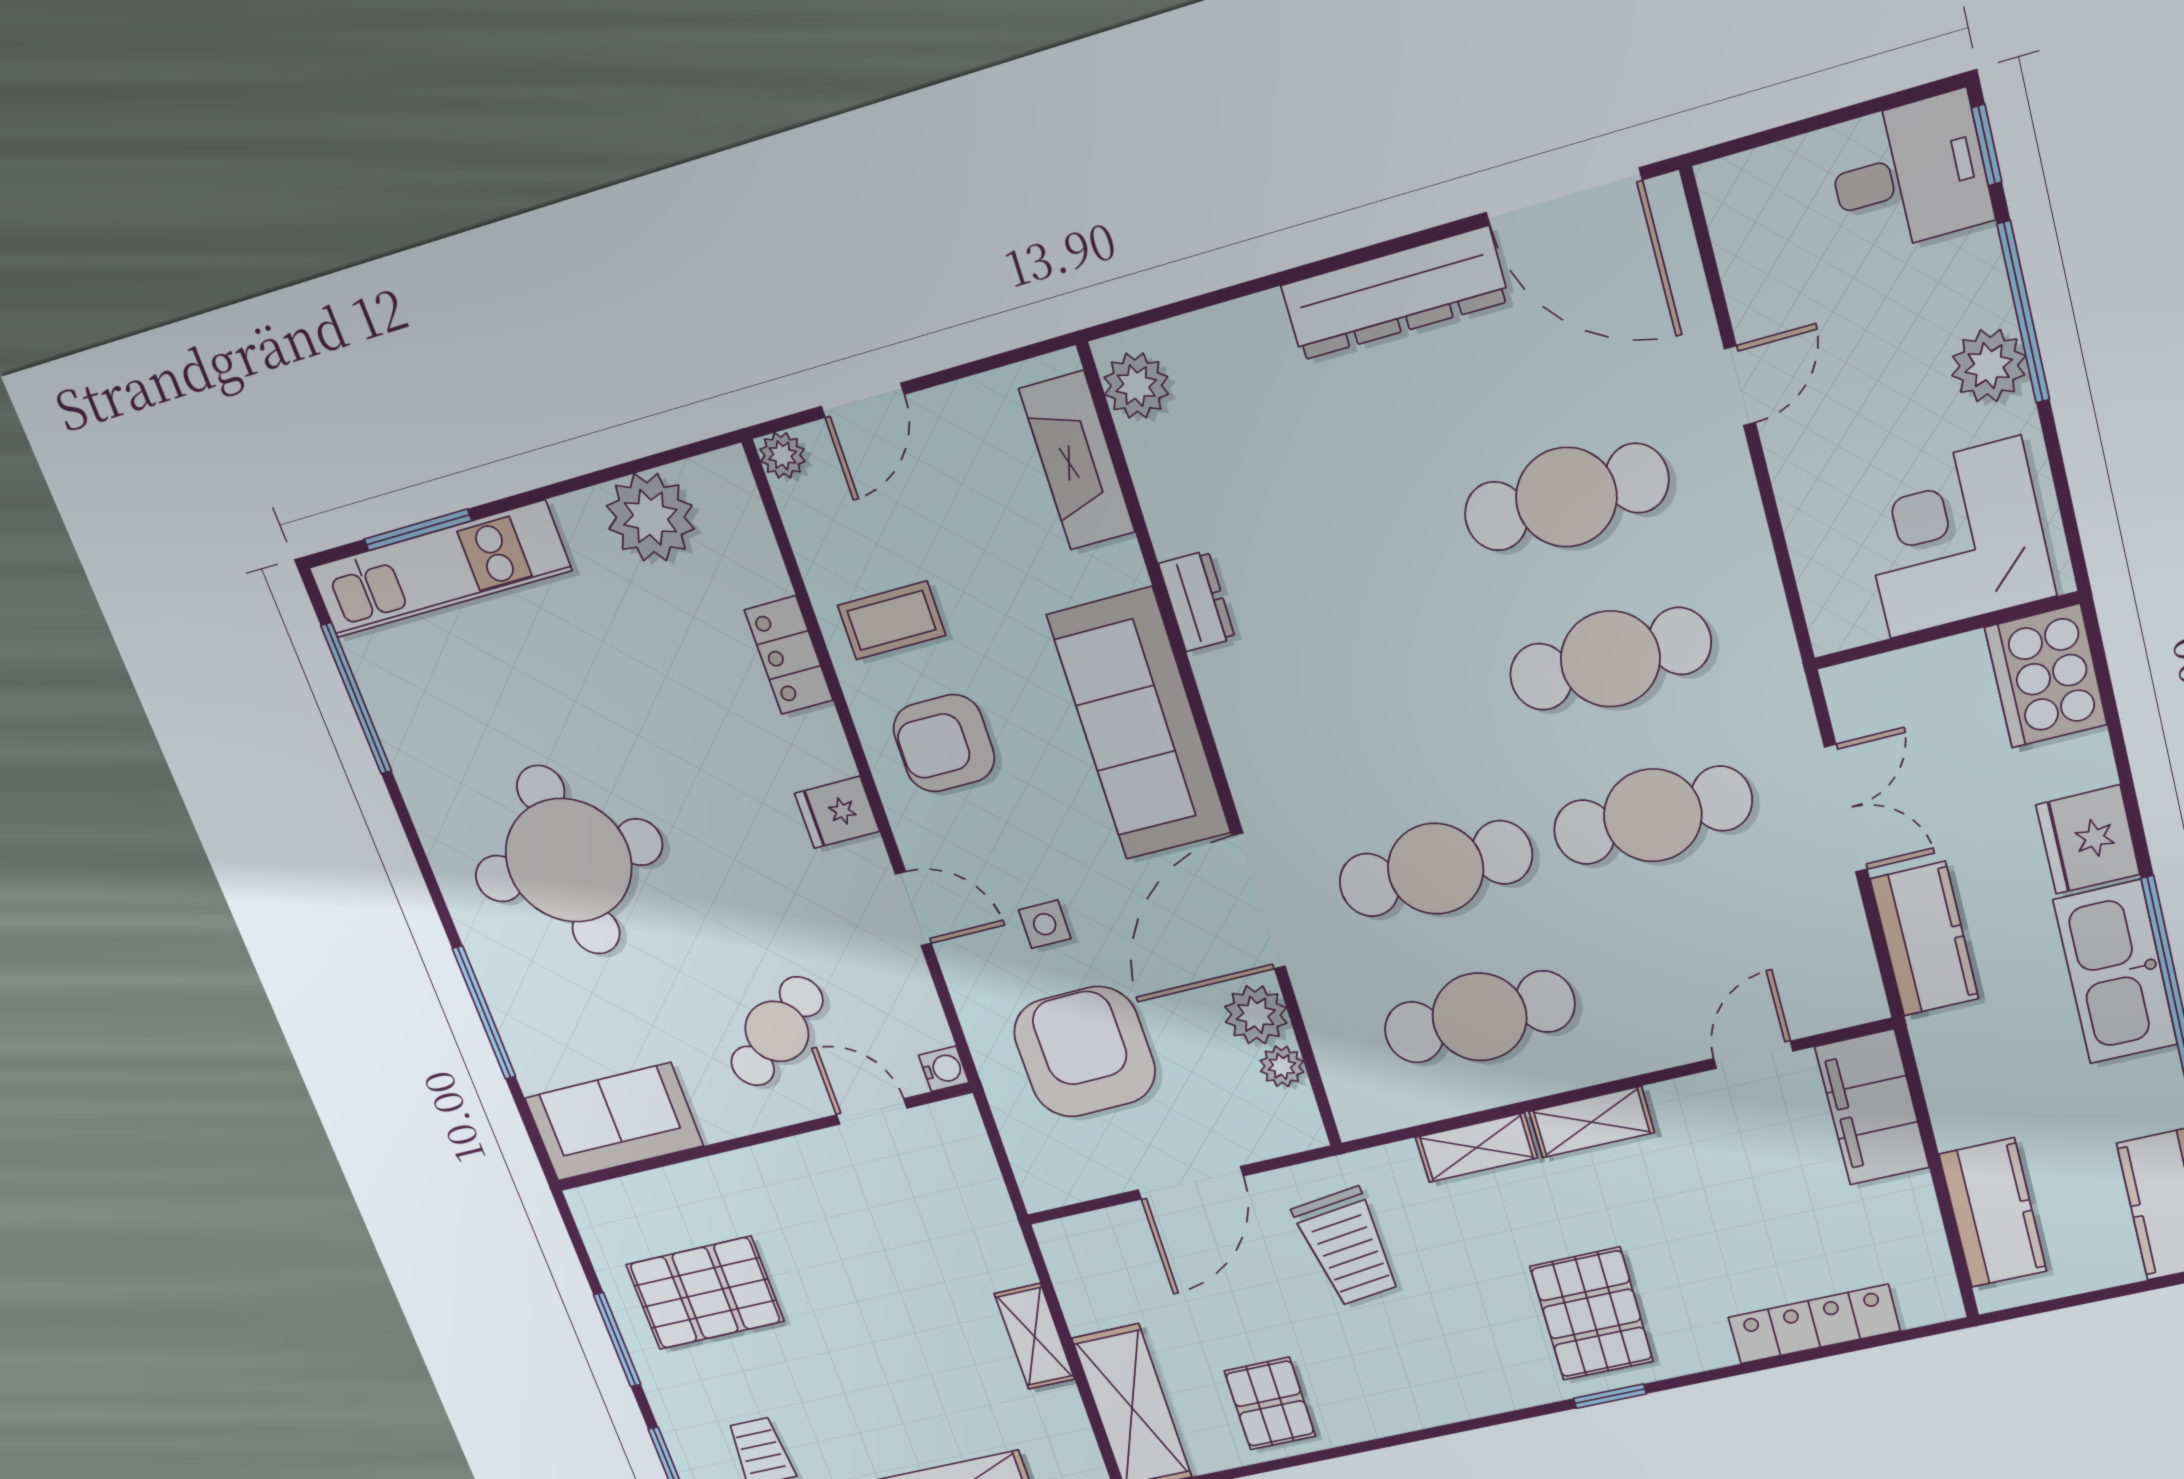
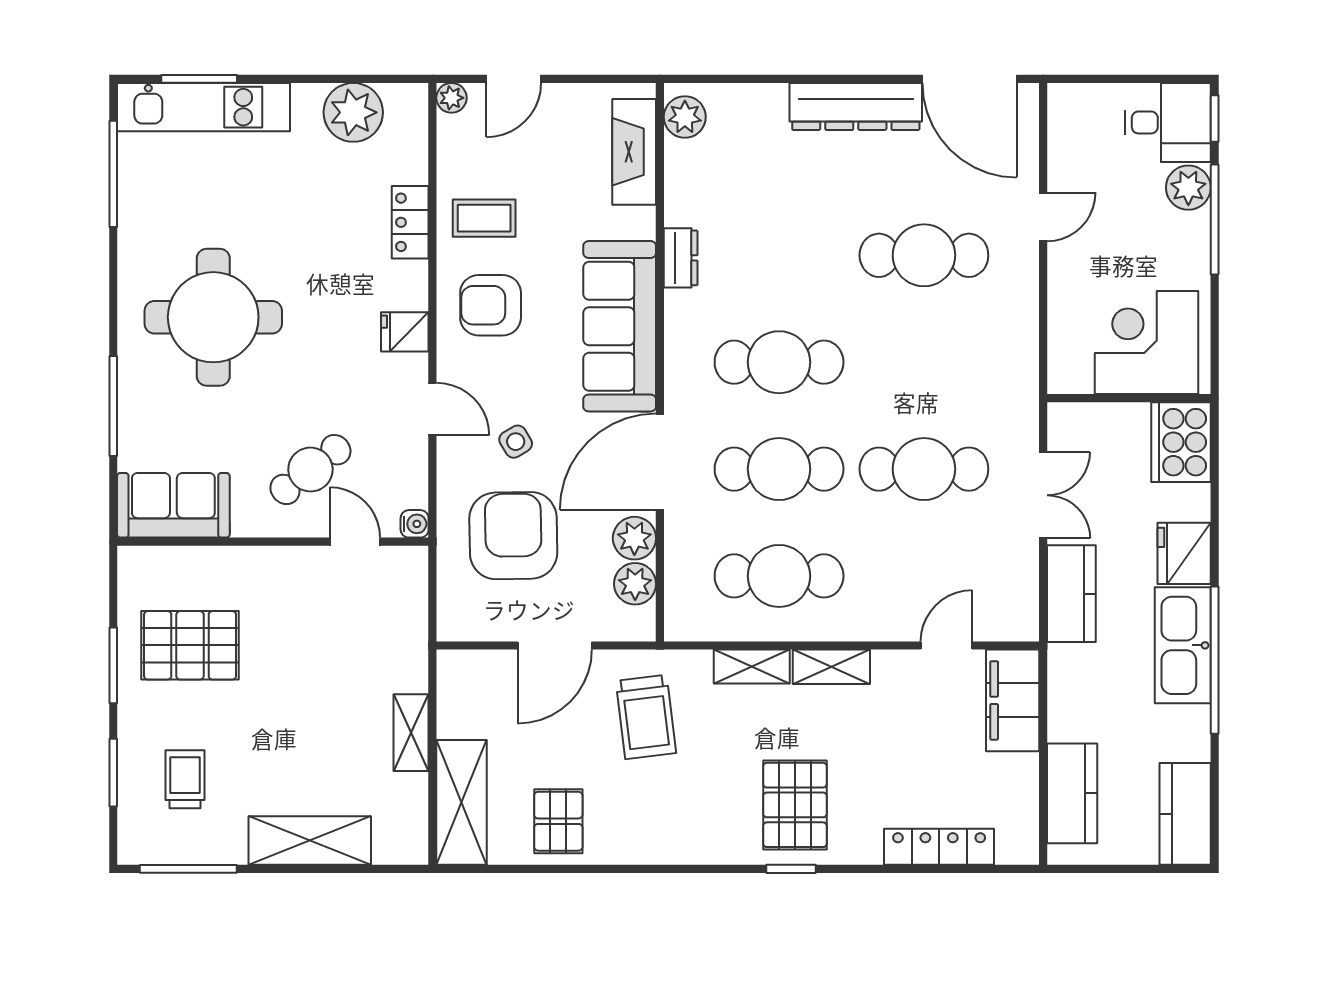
plant: (1989, 366) -> (1188, 188), moved
cafe table: (1610, 659) -> (779, 362), moved
side table: (1045, 924) -> (516, 442), turned -31
plant: (1282, 1066) -> (635, 584), width x1.38, depth x1.38

